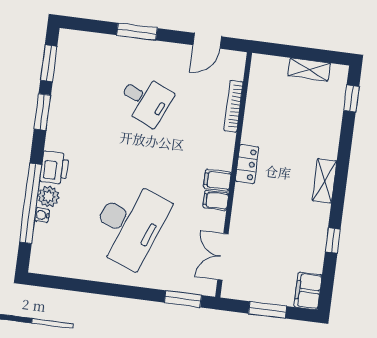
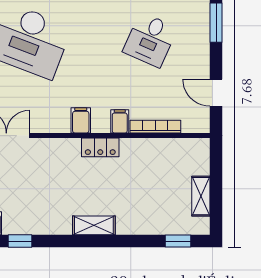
filing cabinet: (216, 200) -> (120, 121), moved
window: (333, 240) -> (20, 241), moved

